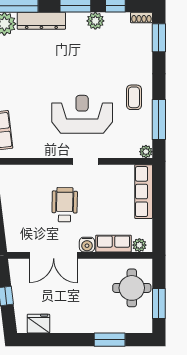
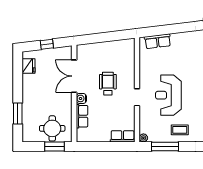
reception desk: (82, 114) -> (168, 95), turned 180
row of seats: (144, 192) -> (123, 136), width x0.68
wheelchair: (65, 205) -> (108, 84), turned -91
plant: (139, 245) -> (81, 134), removed
window: (159, 304) -> (54, 147), moved

